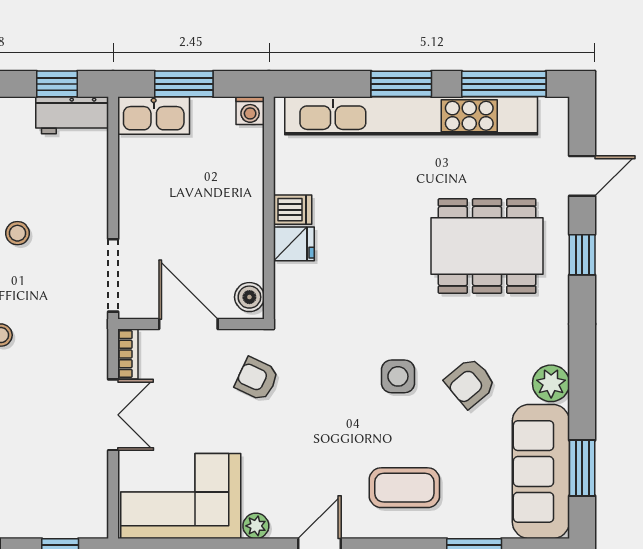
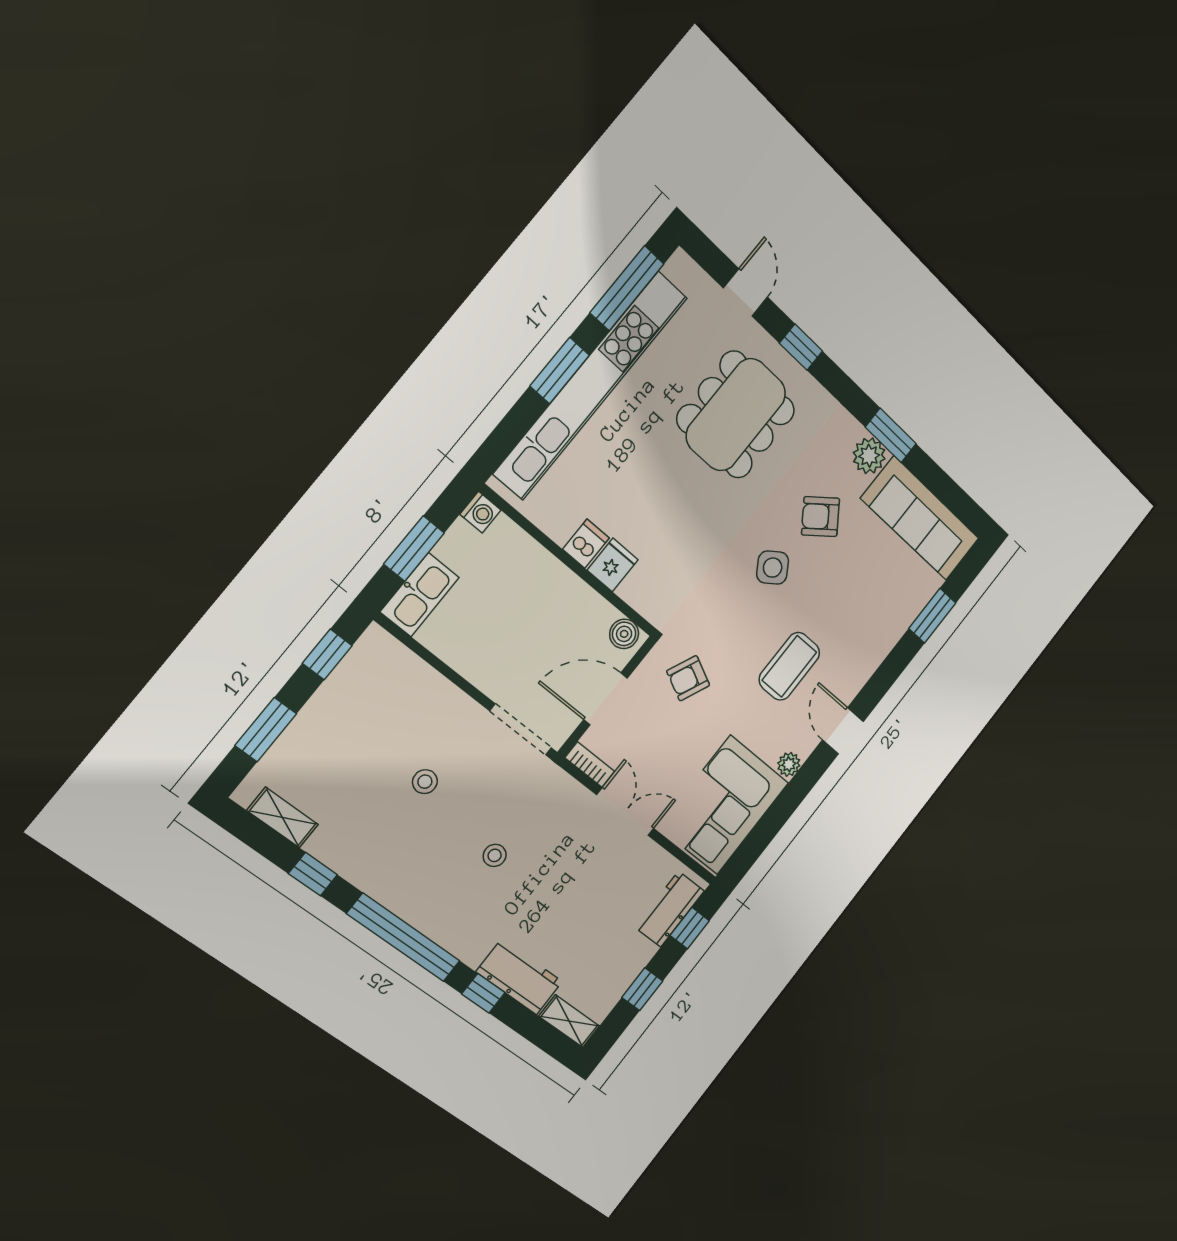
workbench: (72, 115) -> (670, 909), moved, turned 180
side table: (398, 376) -> (773, 568), turned -34
armchair: (470, 383) -> (820, 517), turned 93
window: (582, 468) -> (891, 435), moved
coffee table: (404, 488) -> (789, 666), moved

